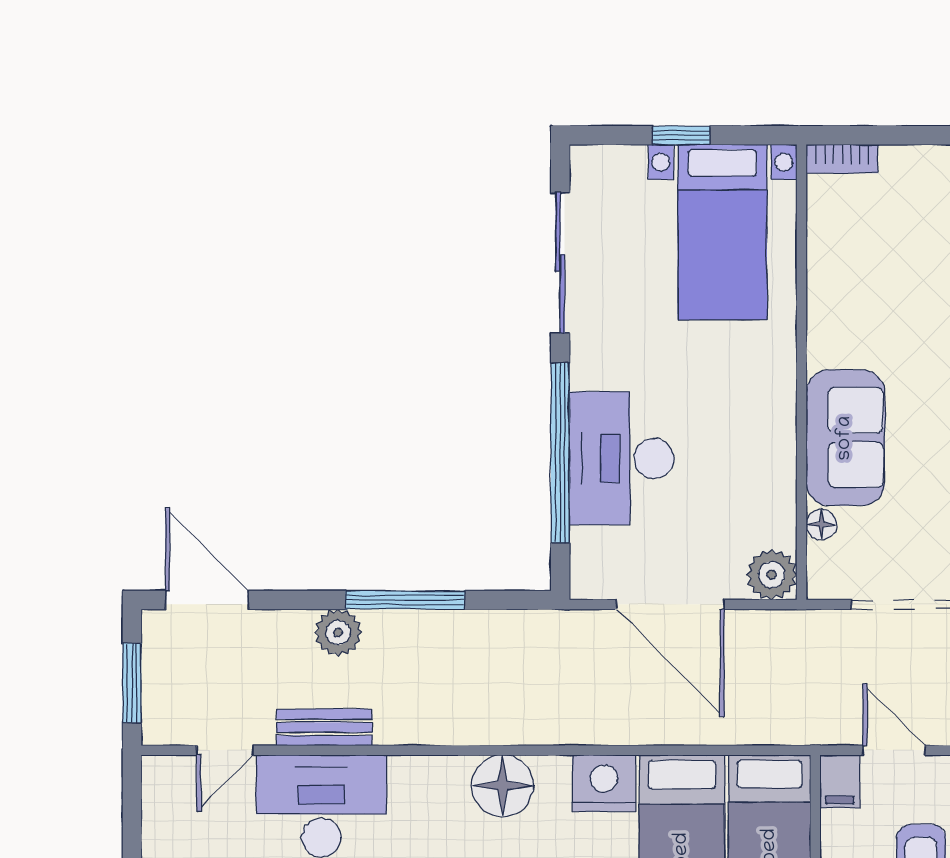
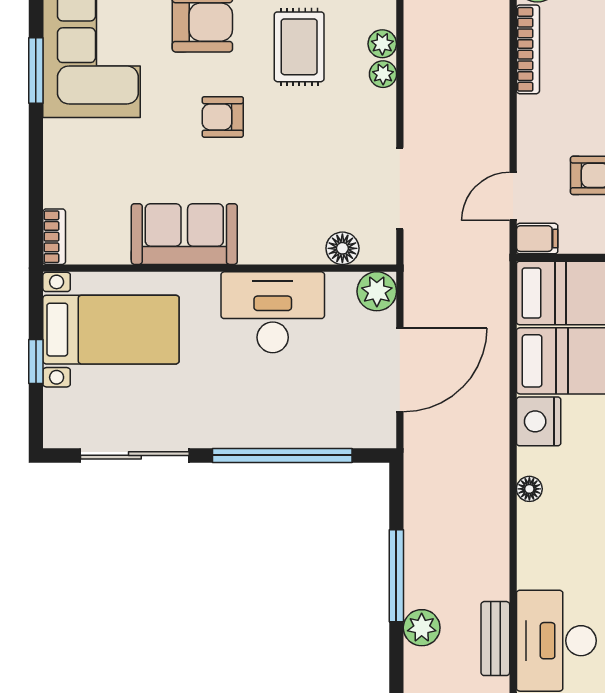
sofa: (845, 438) -> (184, 234), moved
desk: (622, 458) -> (273, 312), moved, turned 180
floor lamp: (821, 525) -> (342, 248), width x1.37, depth x1.37
floor lamp: (503, 786) -> (529, 489), width x0.53, depth x0.53

